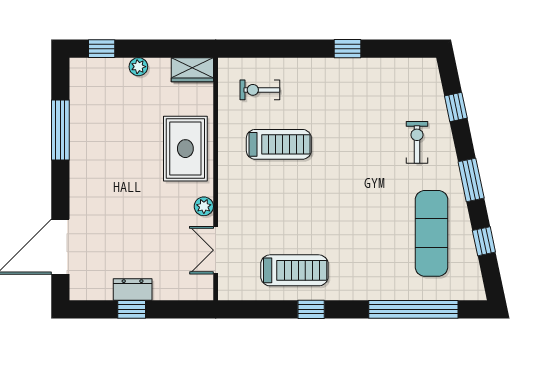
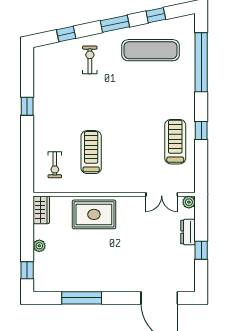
exercise bike: (417, 142) -> (90, 60), turned 90
plant: (204, 206) -> (189, 202), moved
dresser: (133, 290) -> (188, 232), moved

